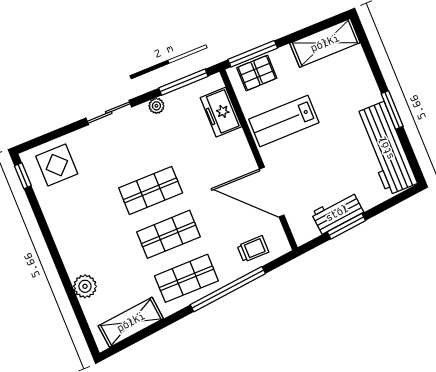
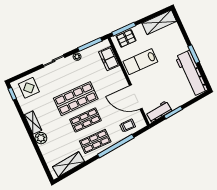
shop shelf: (151, 190) -> (76, 99), width x1.43, depth x1.36
workbench: (337, 213) -> (159, 112), moved
shelving: (62, 236) -> (33, 123), added
plant: (85, 286) -> (41, 138), moved

